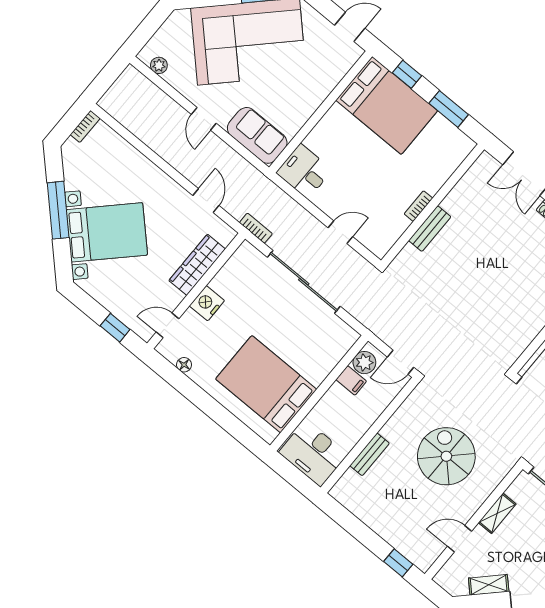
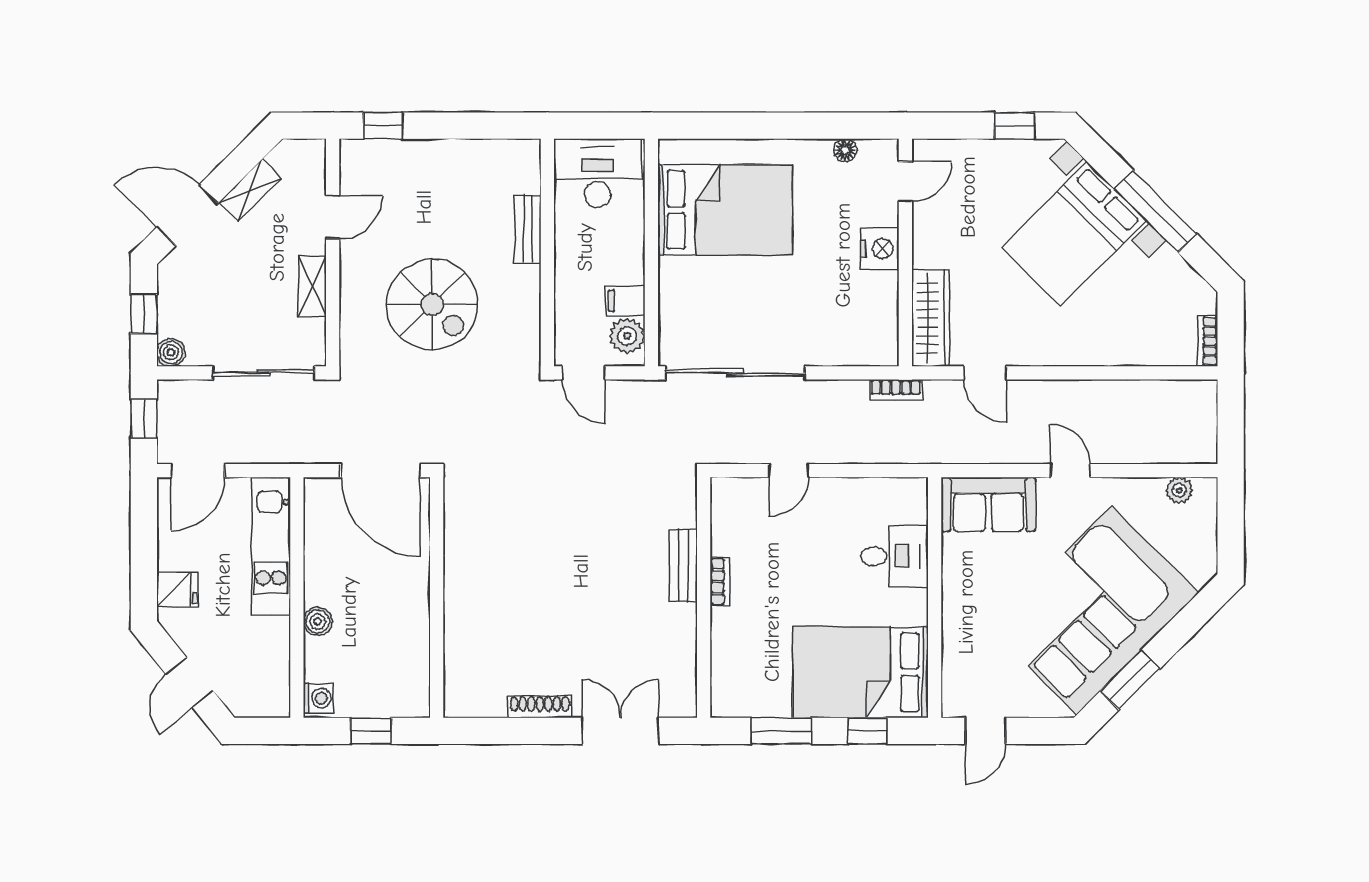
desk: (304, 171) -> (895, 556), moved
wardrobe: (197, 265) -> (930, 318), moved
sliding door: (304, 282) -> (735, 373), moved
window: (115, 328) -> (1015, 126), moved
door: (401, 362) -> (583, 373), swing flipped

